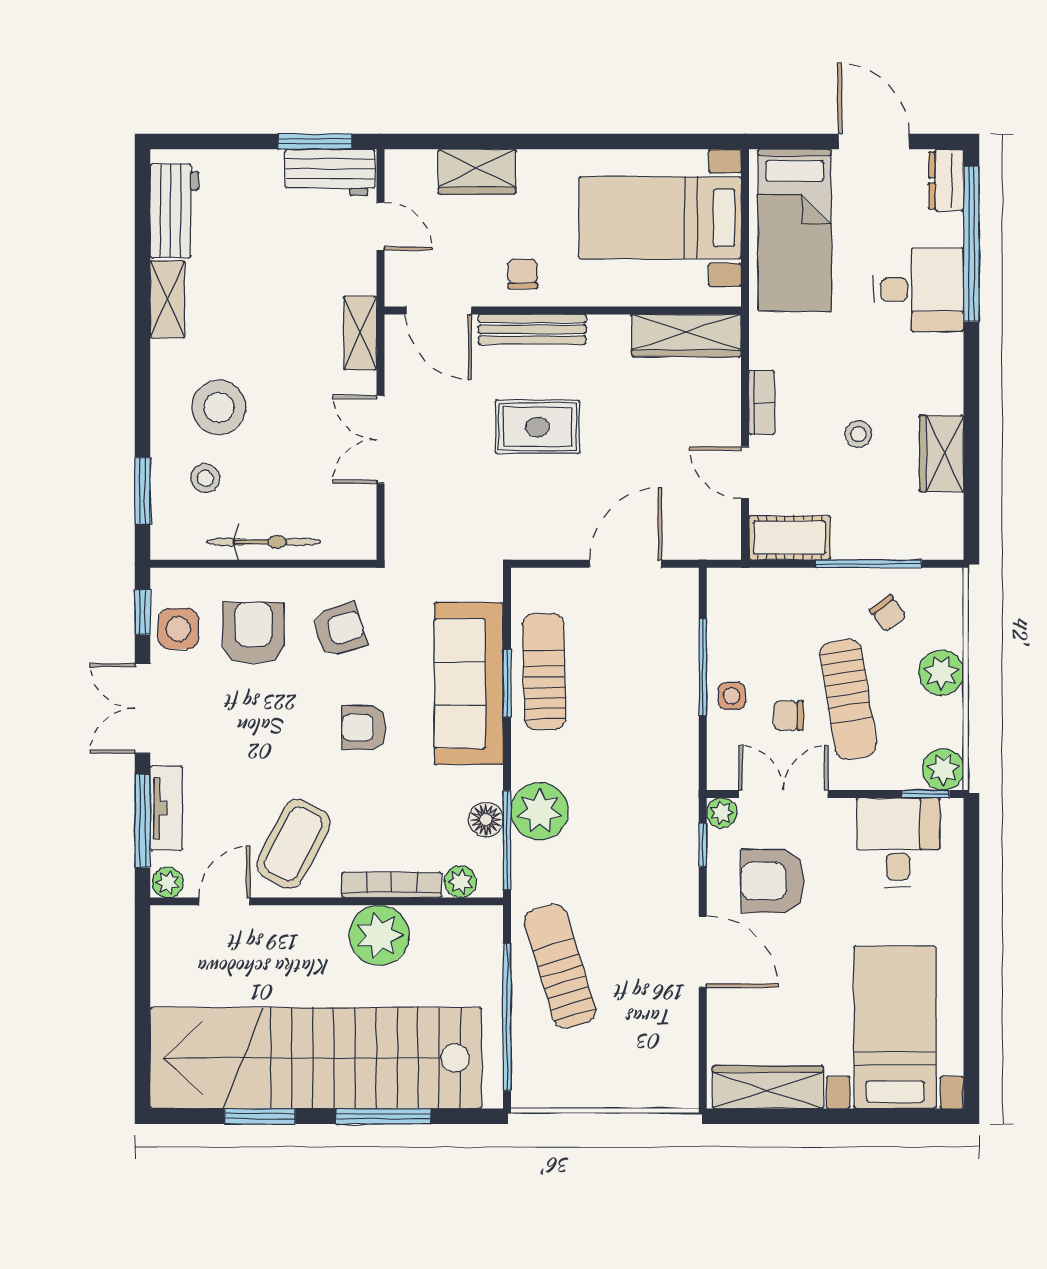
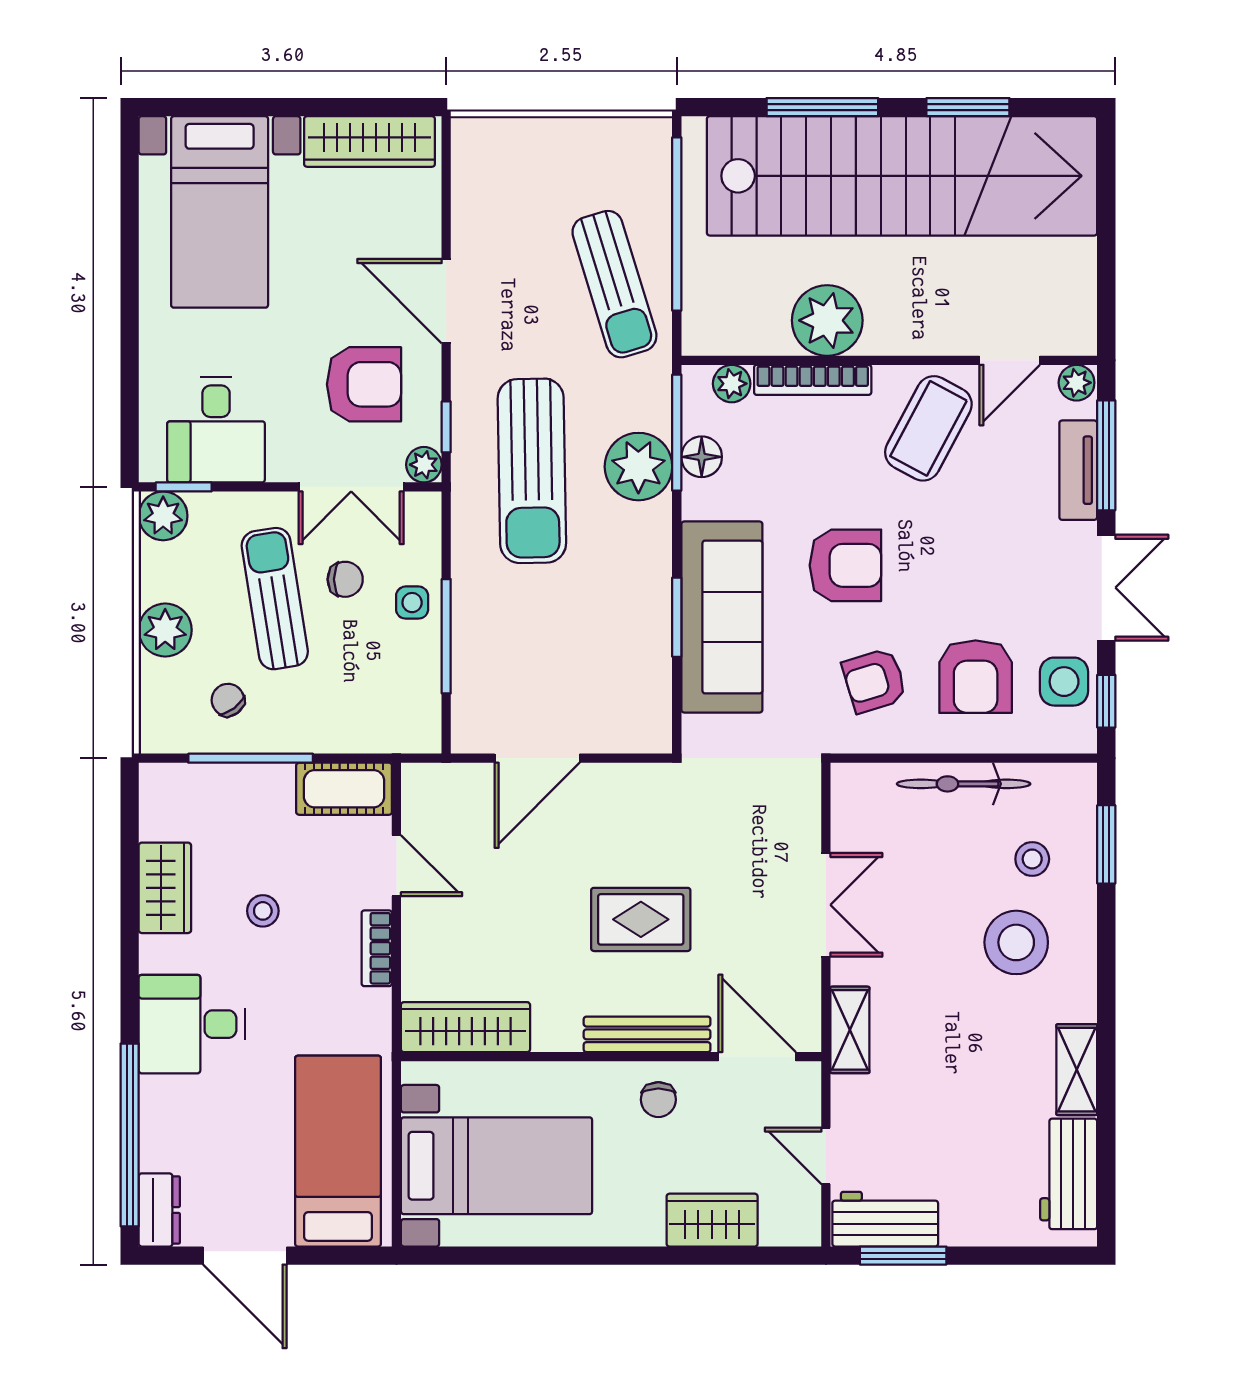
desk: (919, 290) -> (192, 1024), moved
sun lounger: (544, 672) -> (532, 471), moved, width x1.36, depth x1.34
armchair: (364, 727) -> (845, 565), width x1.38, depth x1.38

